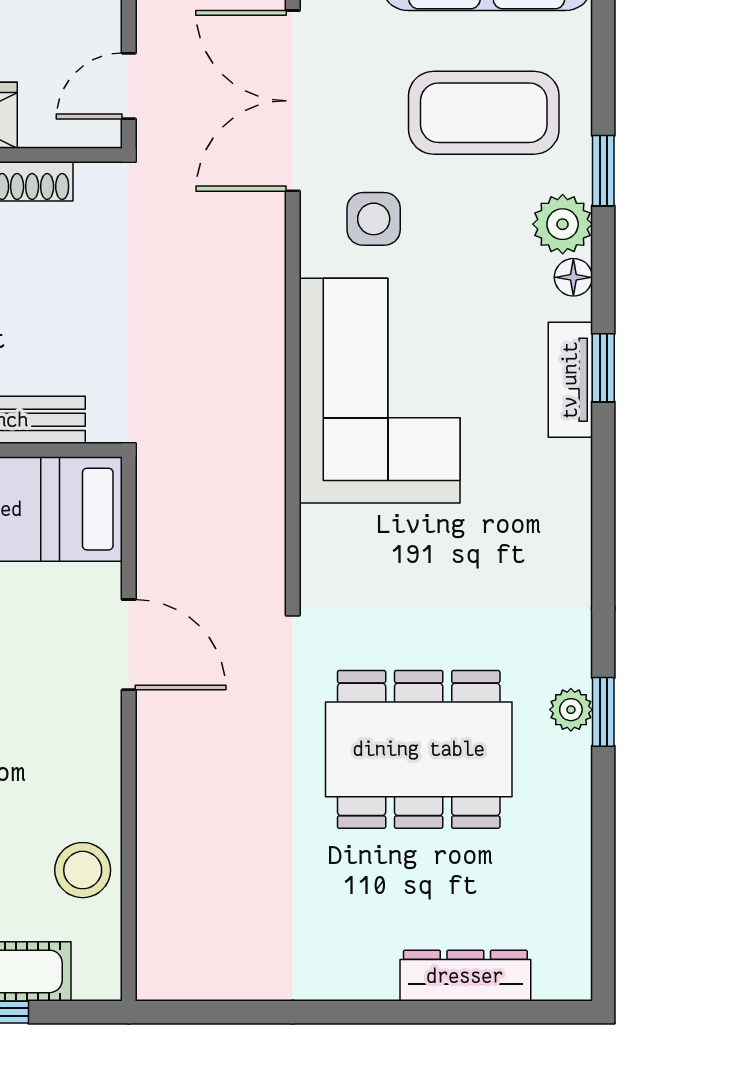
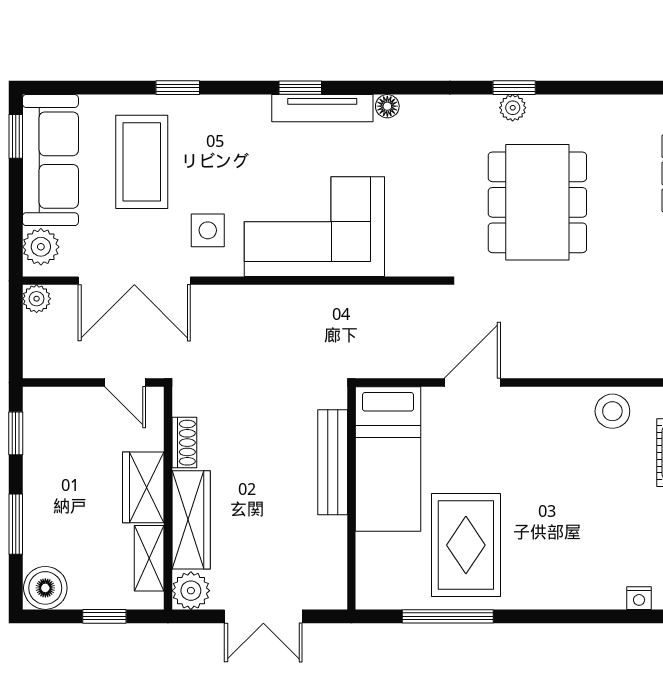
plant: (563, 224) -> (211, 113), removed
floor lamp: (573, 277) -> (387, 106), moved
tv unit: (570, 380) -> (322, 108), width x1.41

